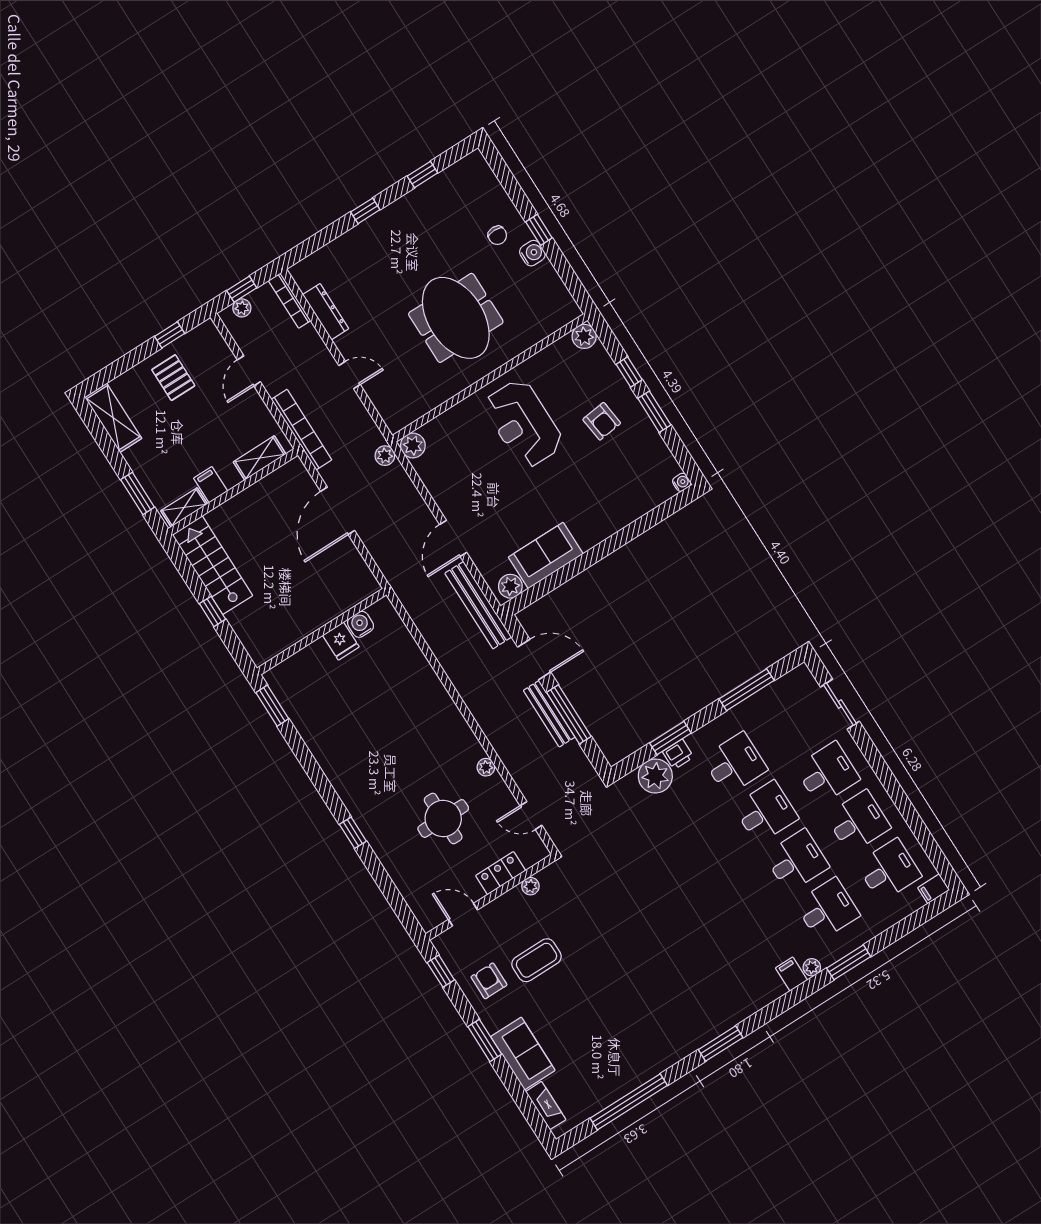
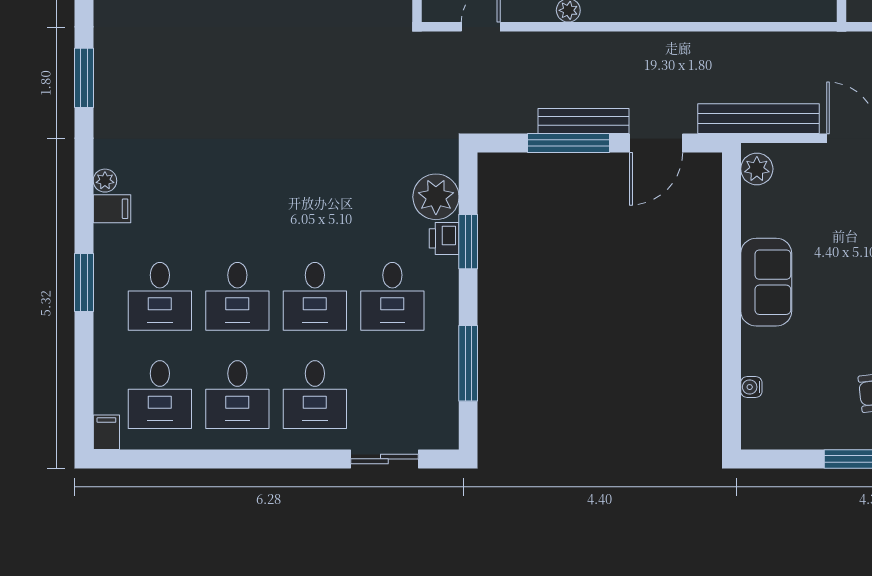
water cooler: (682, 482) -> (751, 387), moved, turned 90
sofa: (546, 555) -> (766, 282), moved
plant: (812, 967) -> (105, 181), moved

